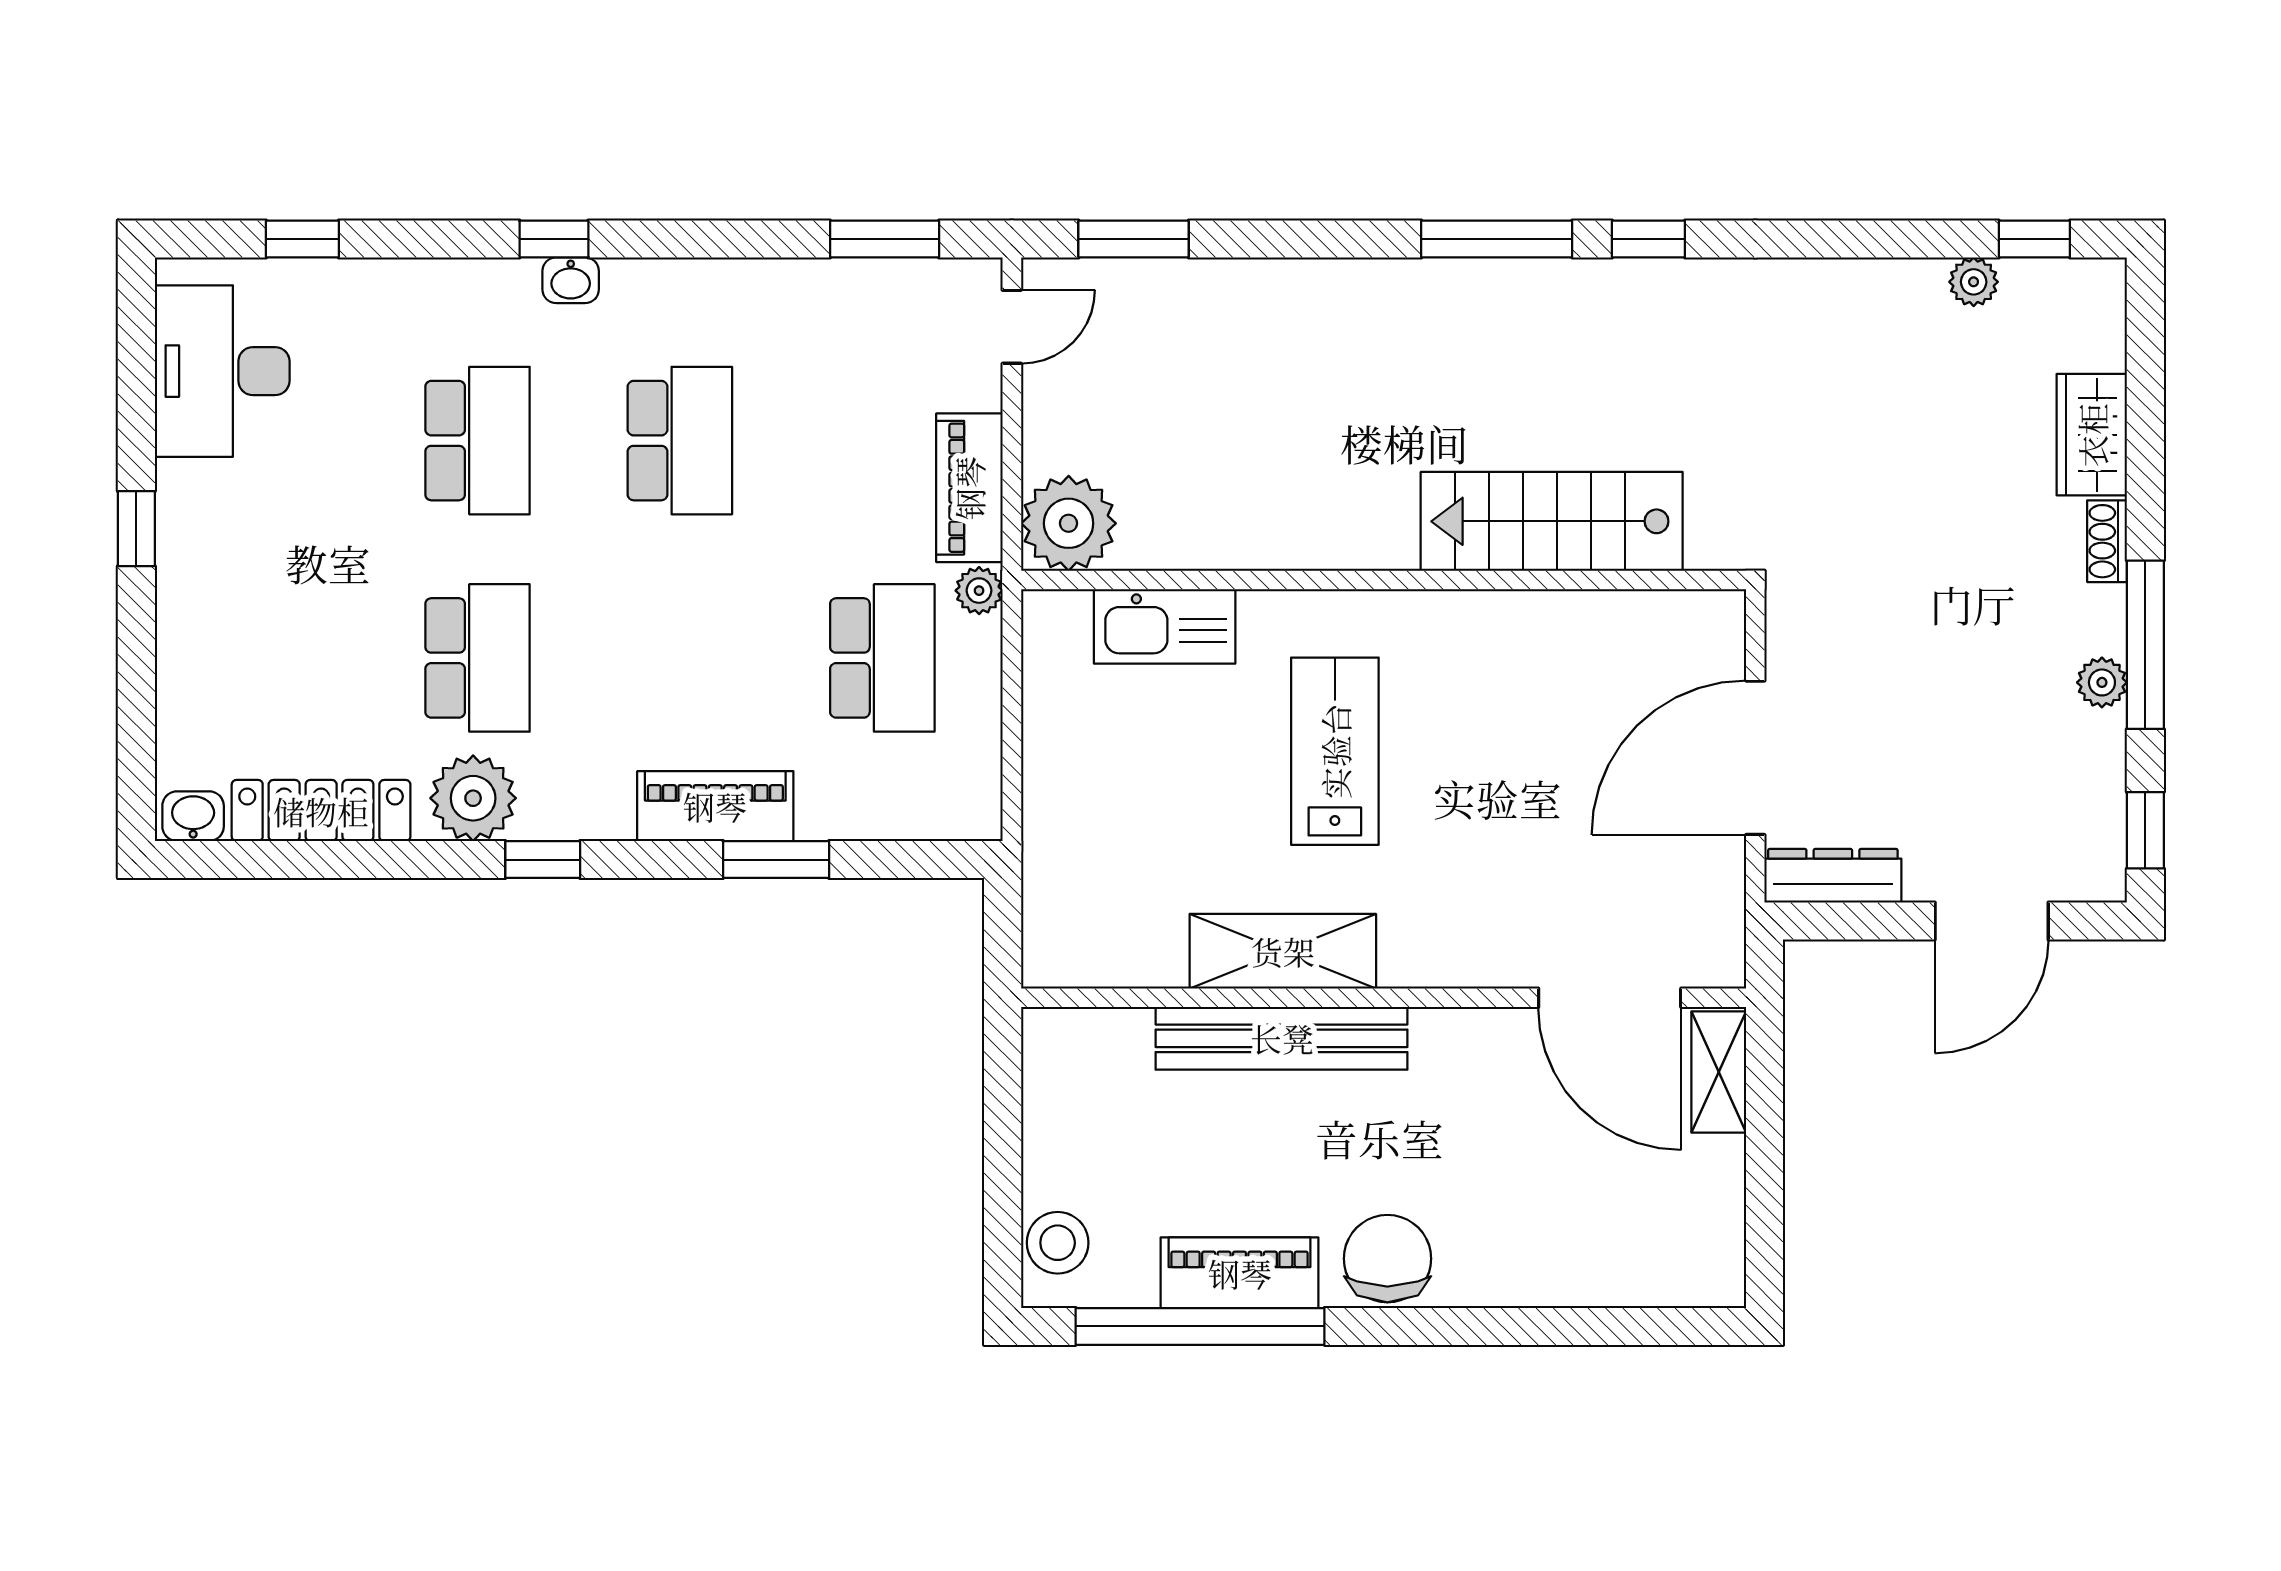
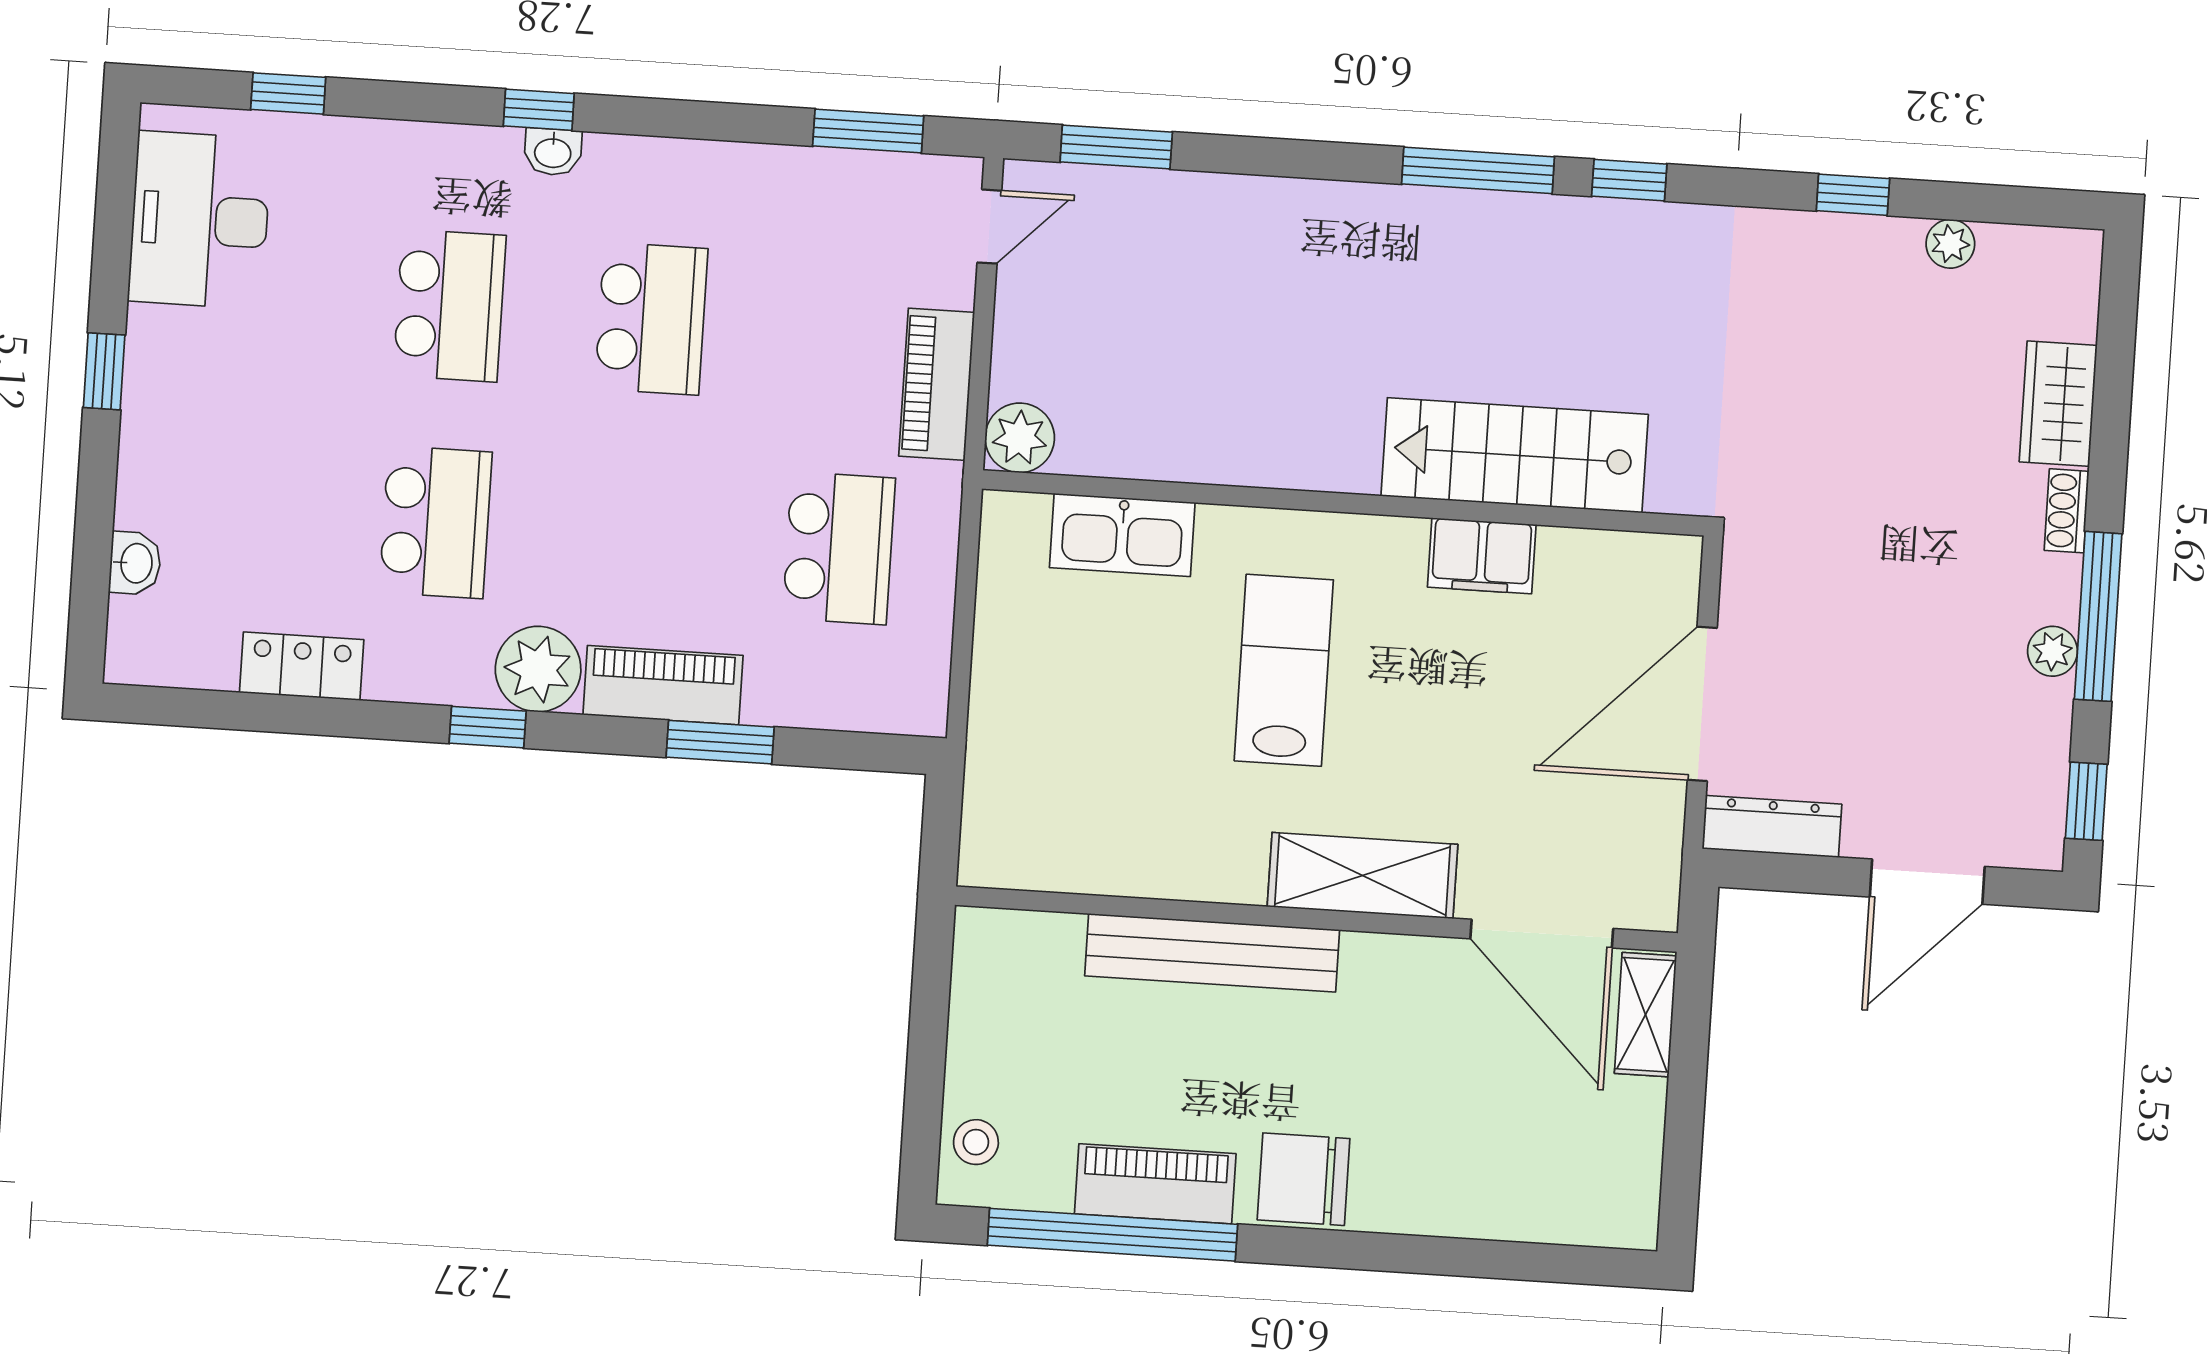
window: (2034, 239) -> (1853, 195), moved
plant: (1069, 523) -> (1020, 438), width x0.73, depth x0.73
plant: (979, 591) -> (940, 487), removed
filing cabinet: (1525, 624) -> (1482, 556), added
plant: (473, 798) -> (538, 669), moved
locker: (321, 811) -> (302, 666), width x0.66
washbasin: (193, 816) -> (135, 563), moved, turned 90
shelving: (1283, 951) -> (1363, 876), moved
stool: (1058, 1243) -> (976, 1142), width x0.73, depth x0.73
chair: (1387, 1259) -> (1304, 1179), turned -90

